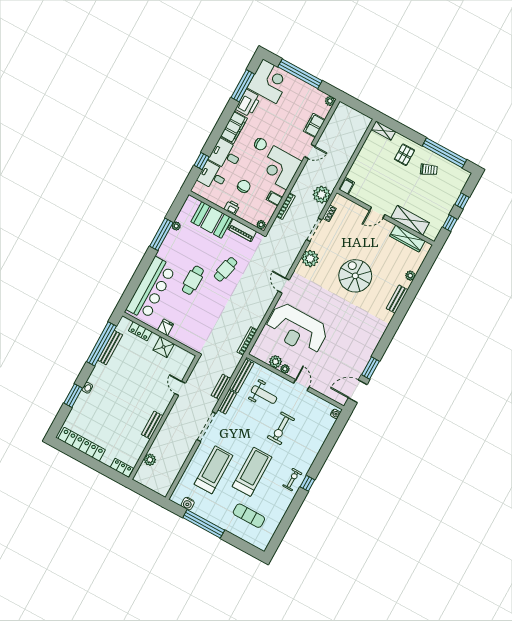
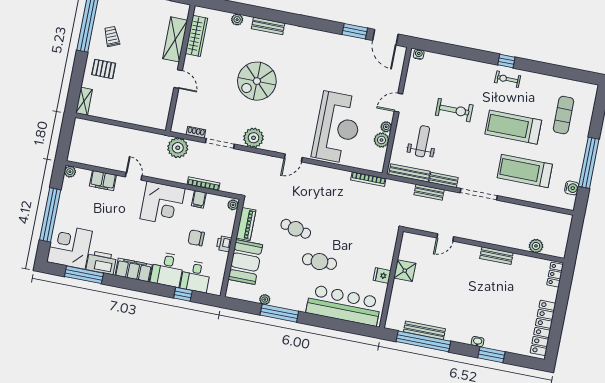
chair: (261, 144) -> (143, 234), removed
filing cabinet: (347, 186) -> (159, 122), removed
locker: (140, 331) -> (395, 302), removed

